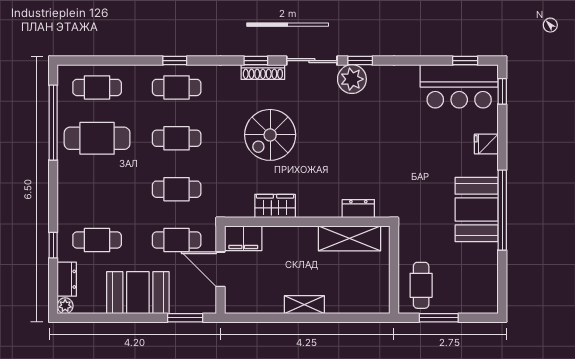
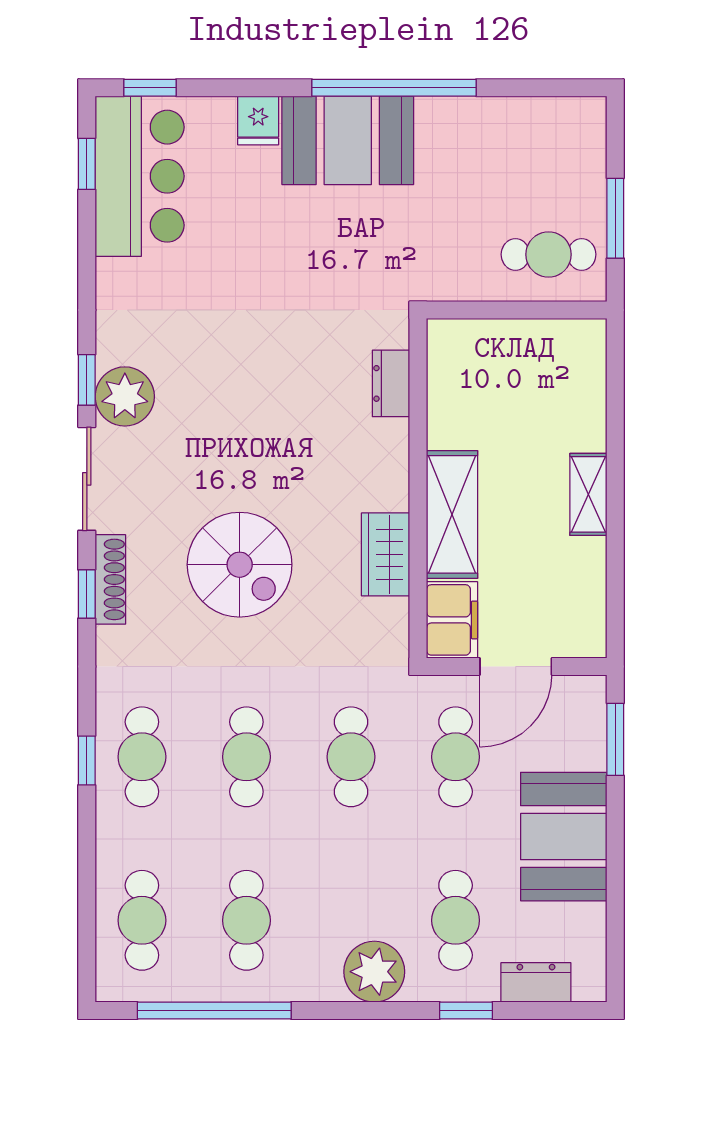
cafe table: (97, 138) -> (246, 920), width x0.73, depth x0.74
booth: (477, 210) -> (348, 140), moved
shelving: (349, 238) -> (452, 514), moved
plant: (65, 306) -> (374, 972), moved, width x1.88, depth x1.88

